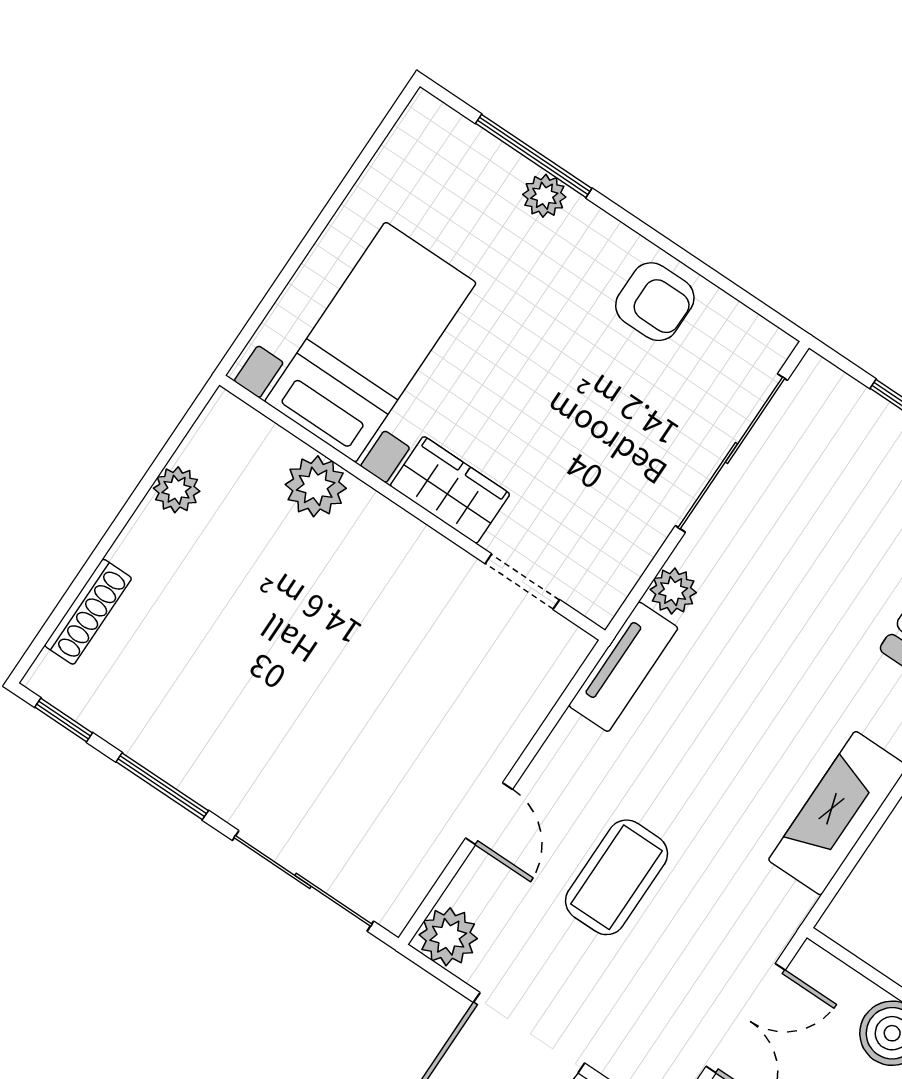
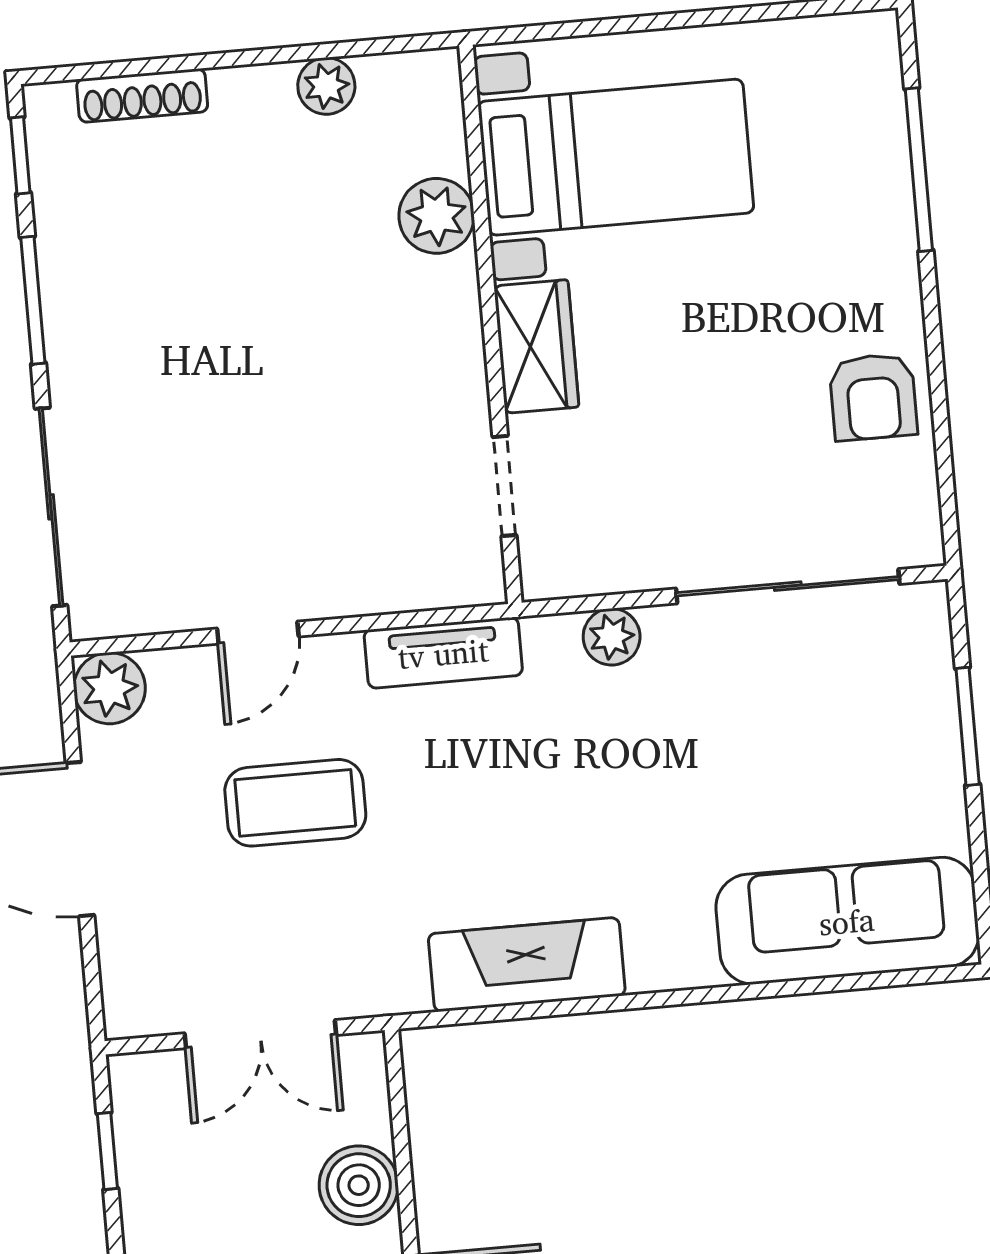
plant: (544, 196) -> (889, 210), removed
tv unit: (623, 667) -> (443, 653), moved

